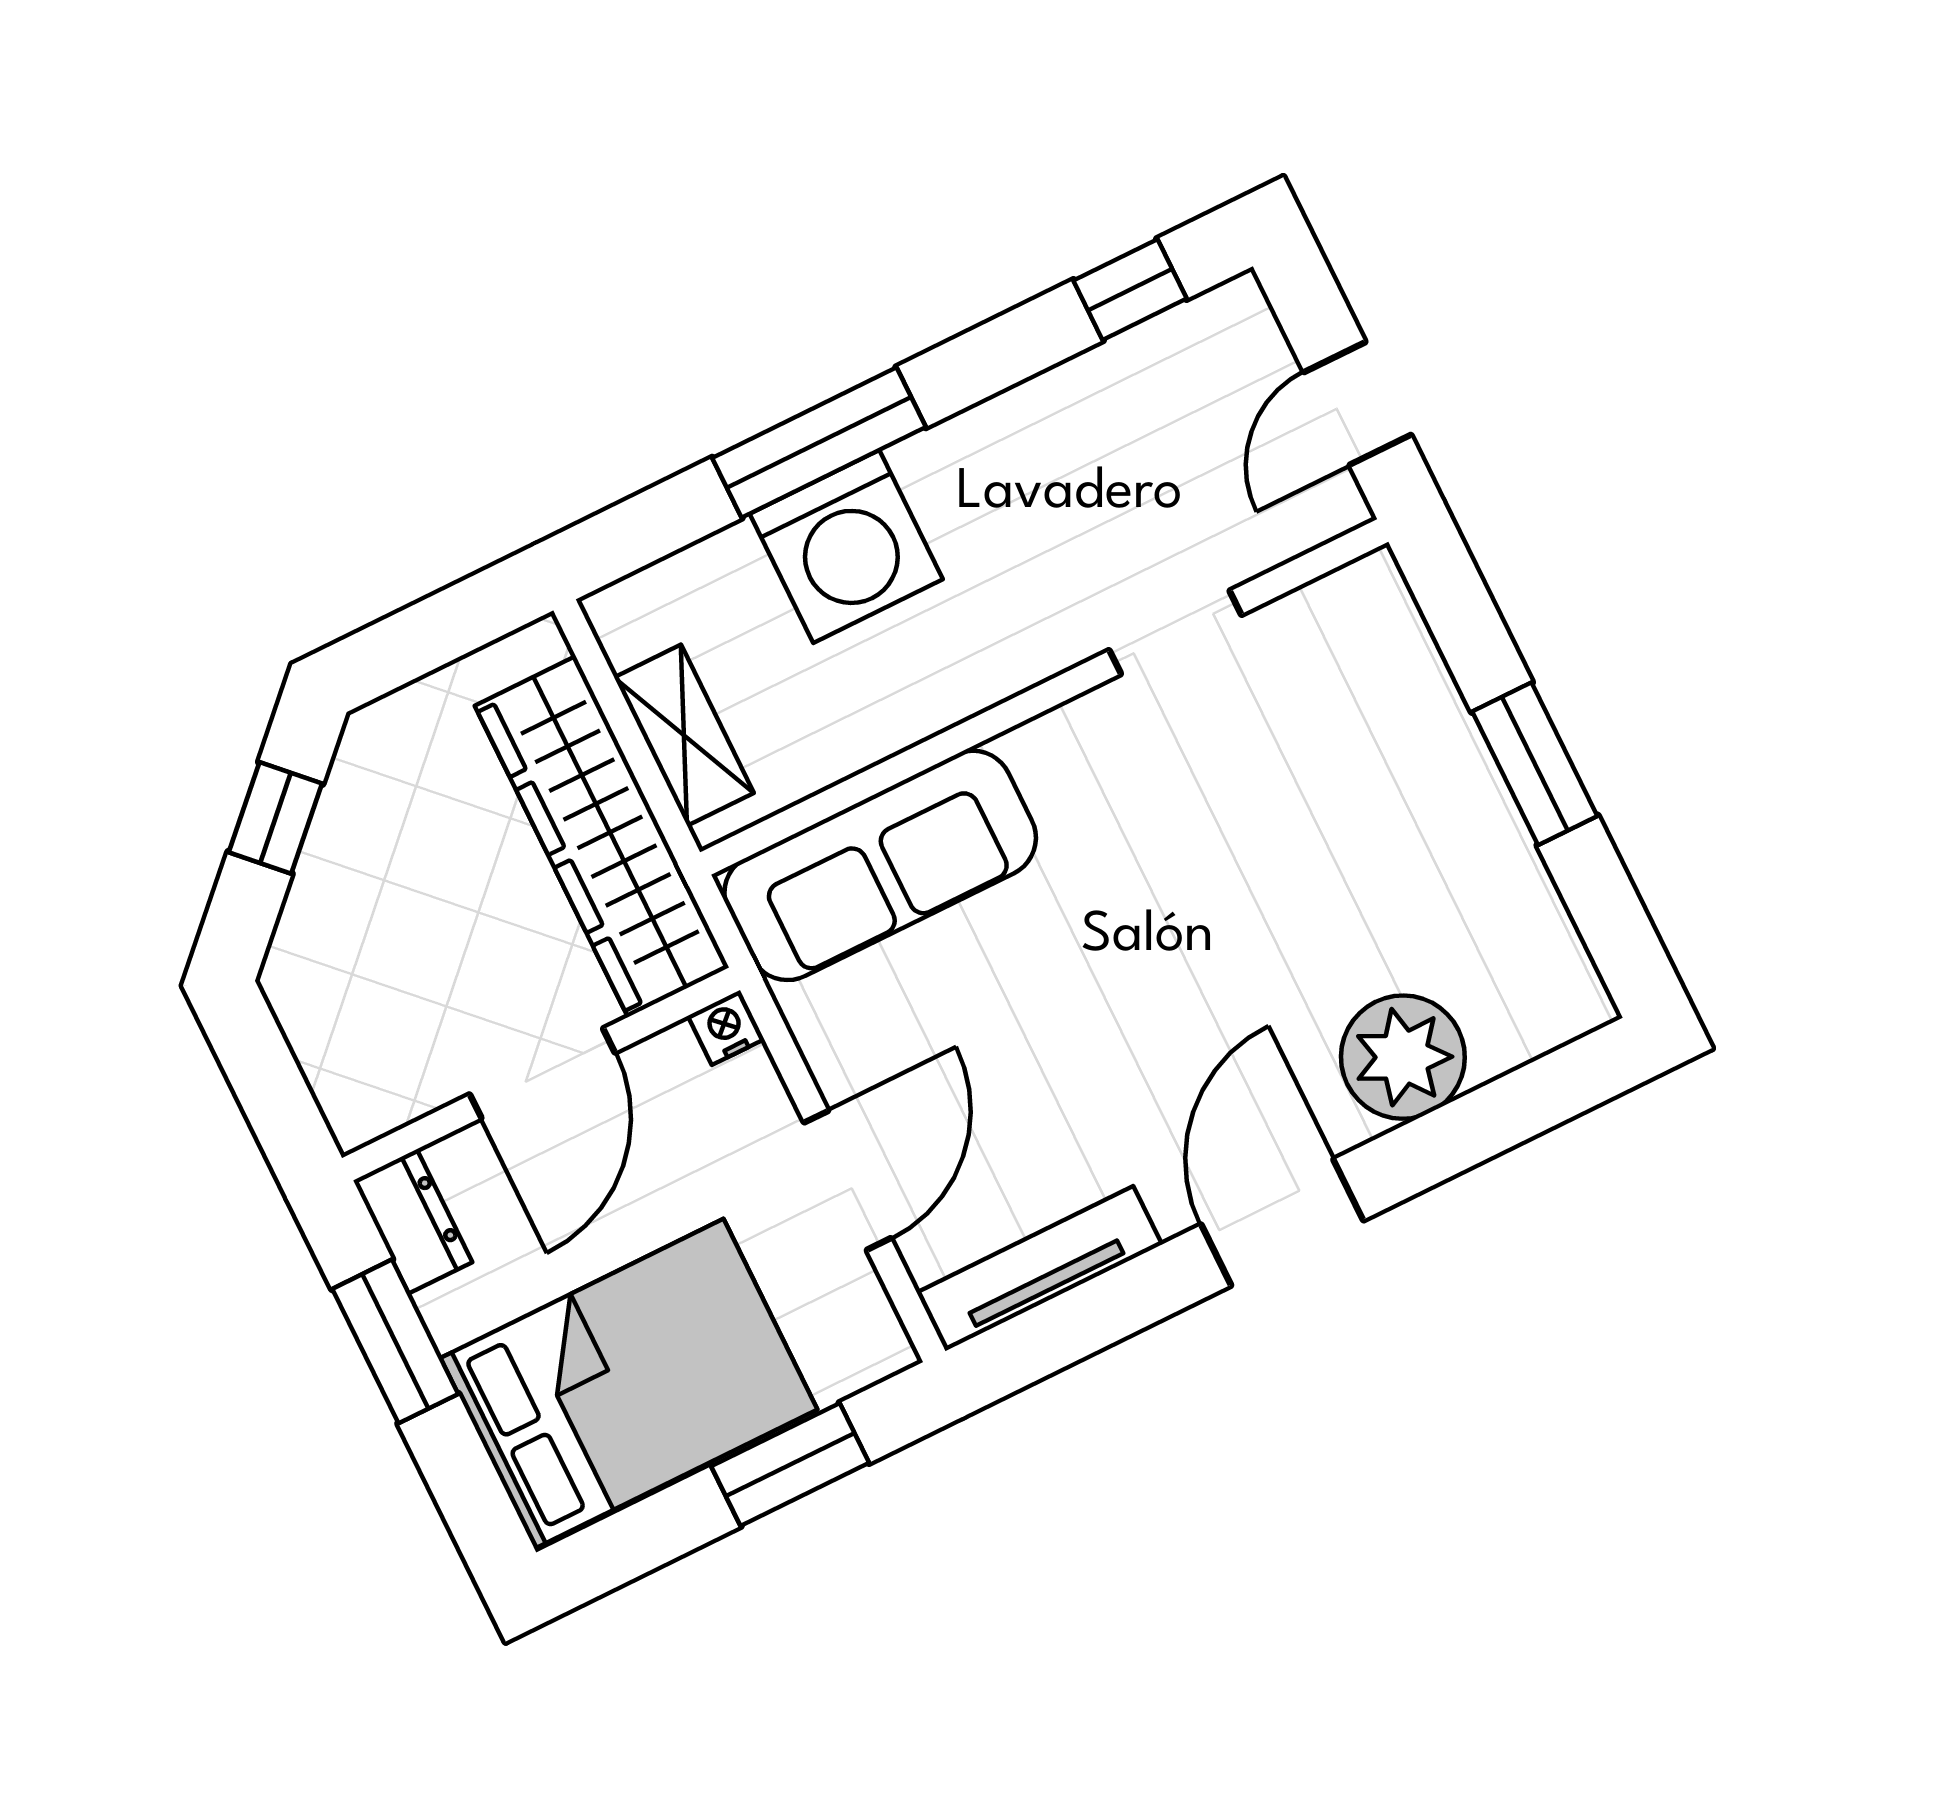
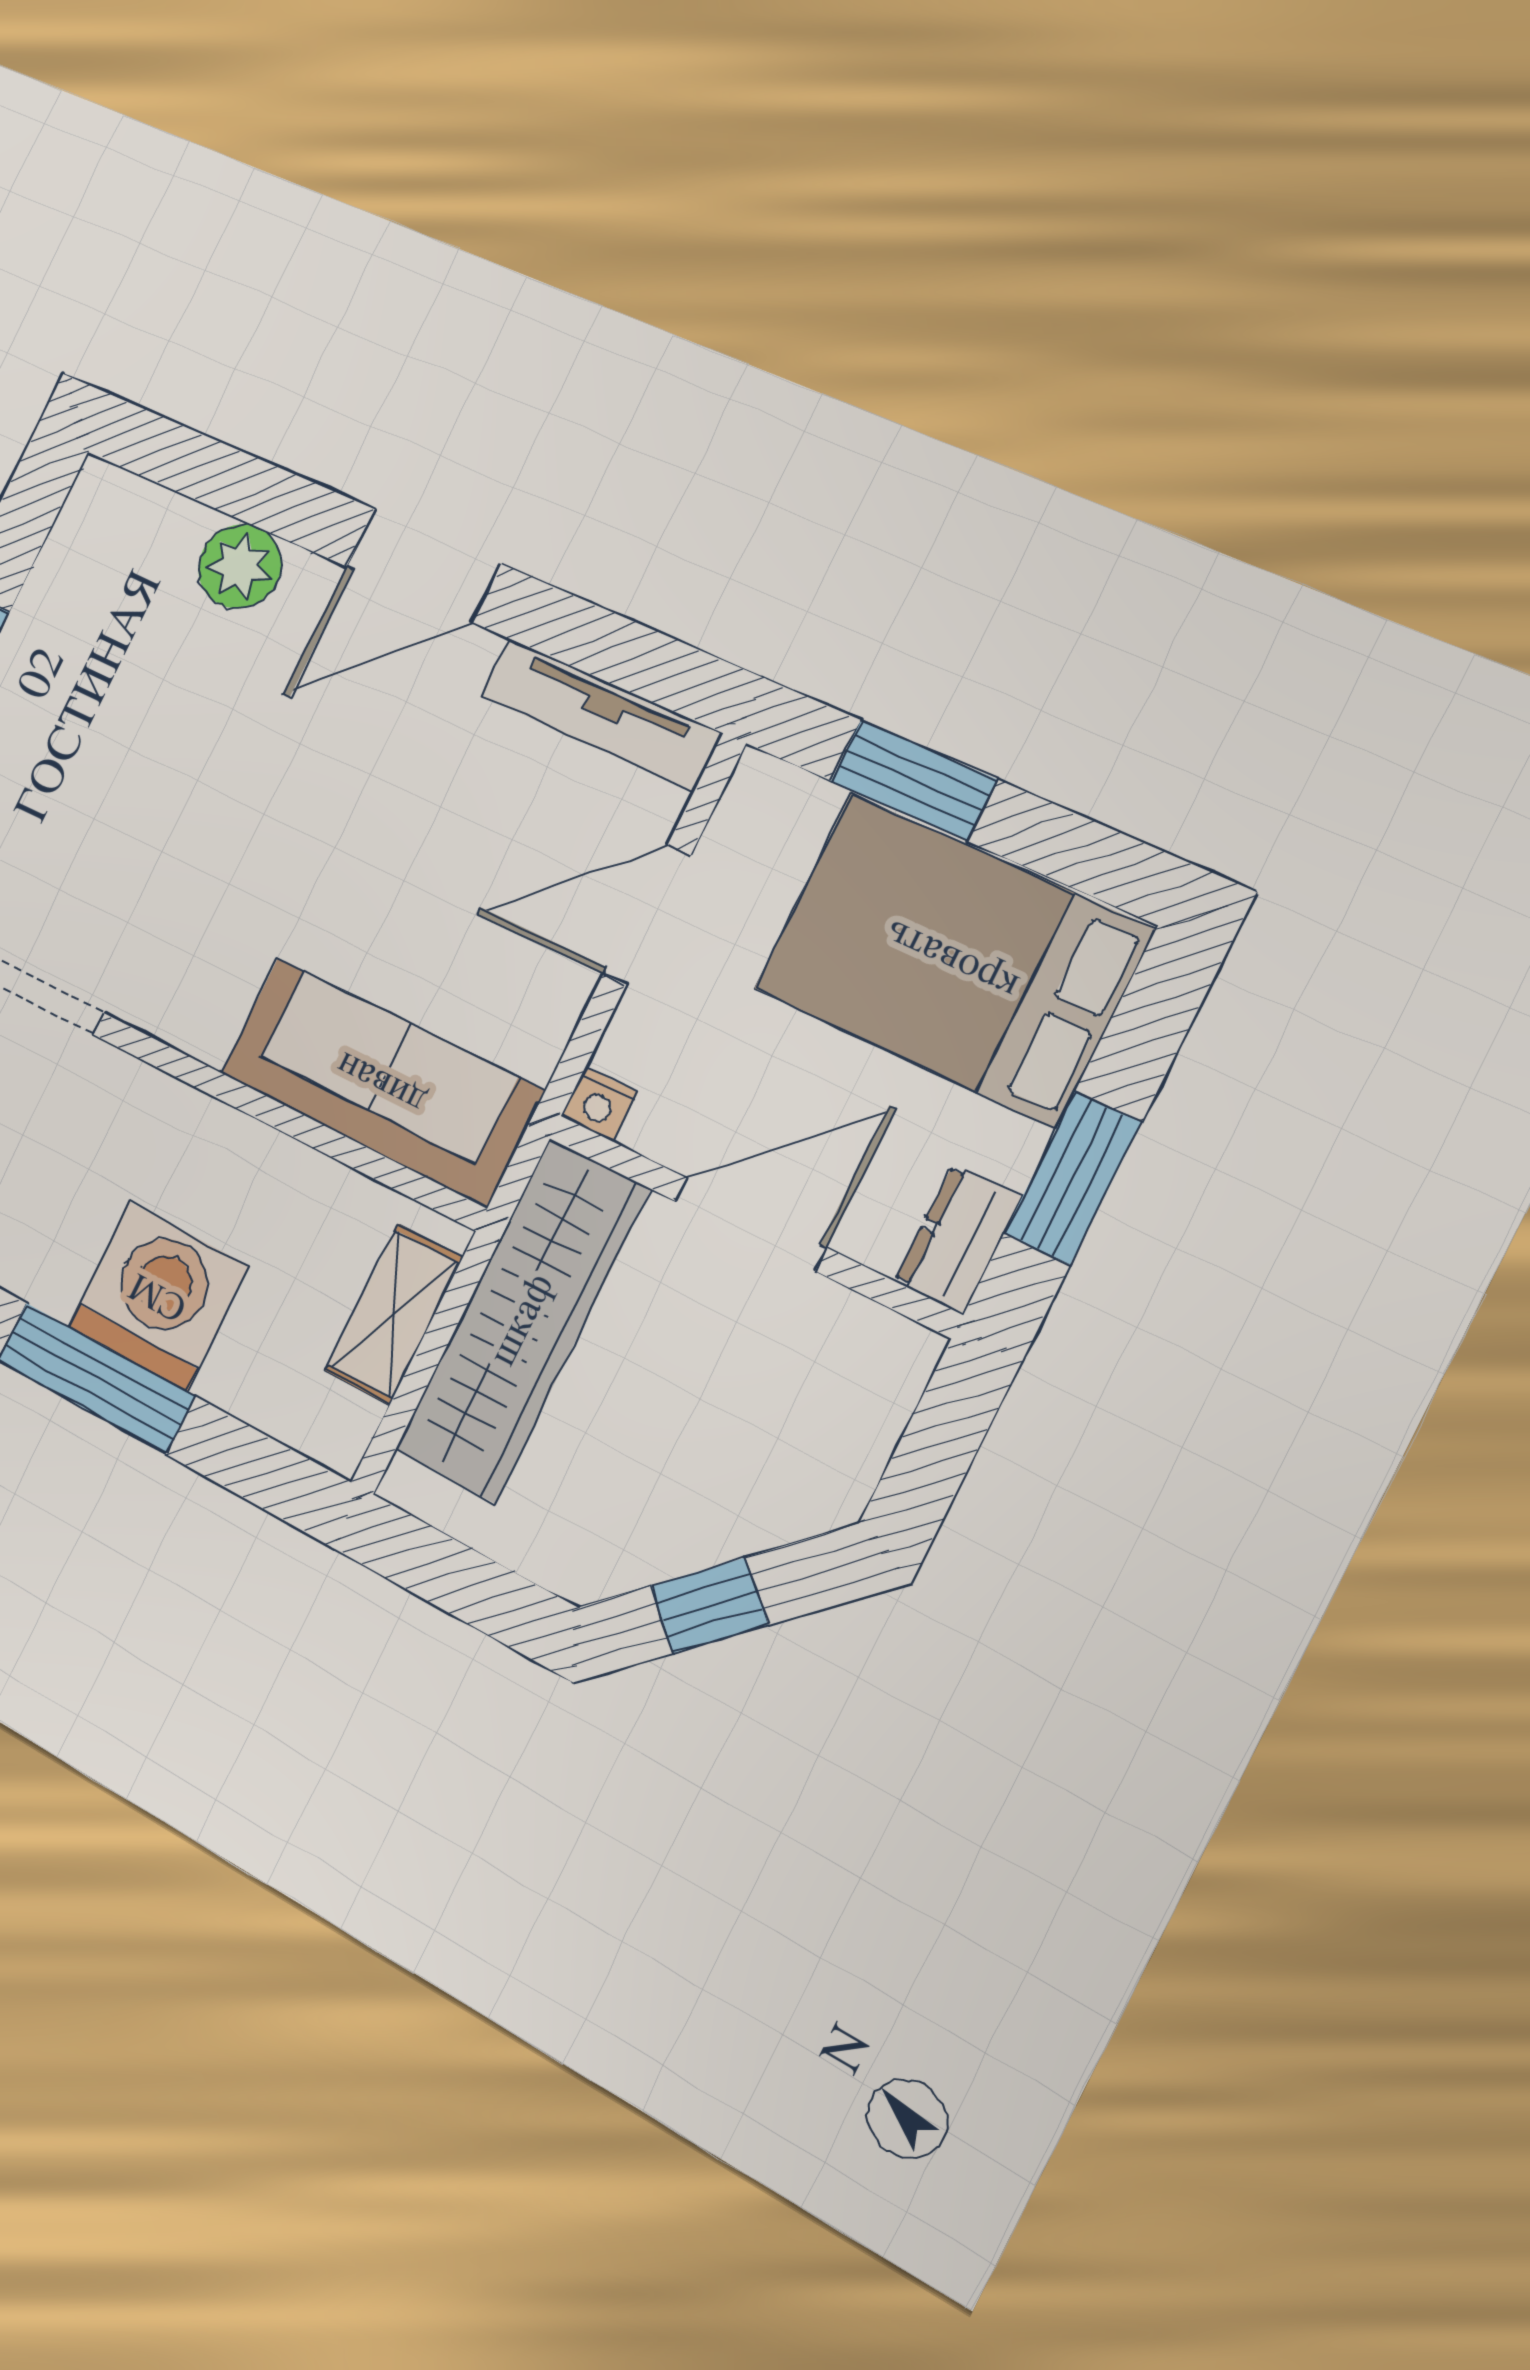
plant: (1403, 1057) -> (240, 566), width x0.73, depth x0.73

